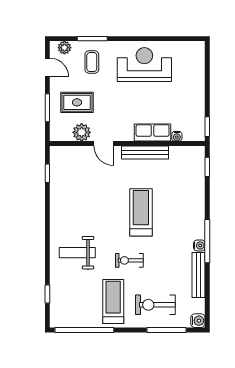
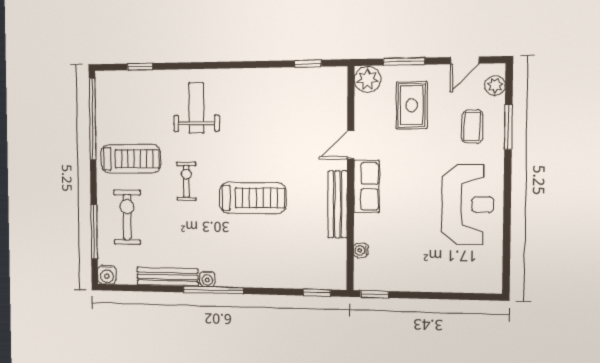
coffee table: (92, 62) -> (472, 127), turned 90
plant: (82, 132) -> (367, 79), moved
row of seats: (153, 133) -> (367, 186), moved

